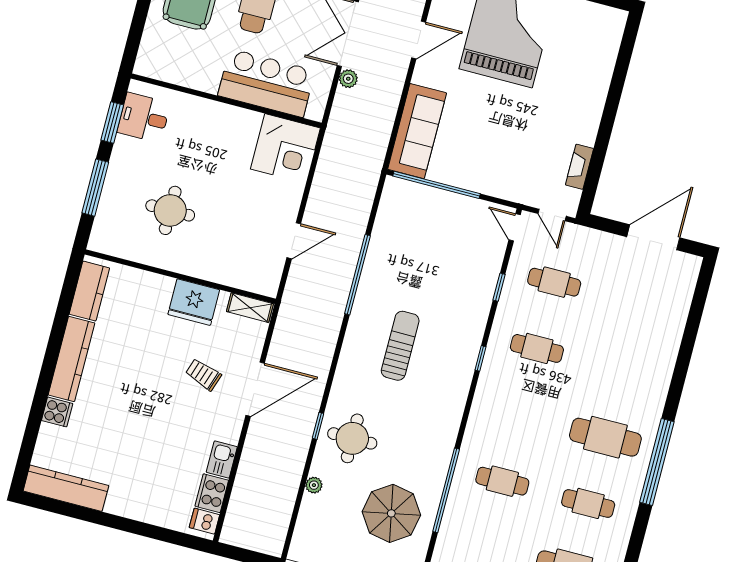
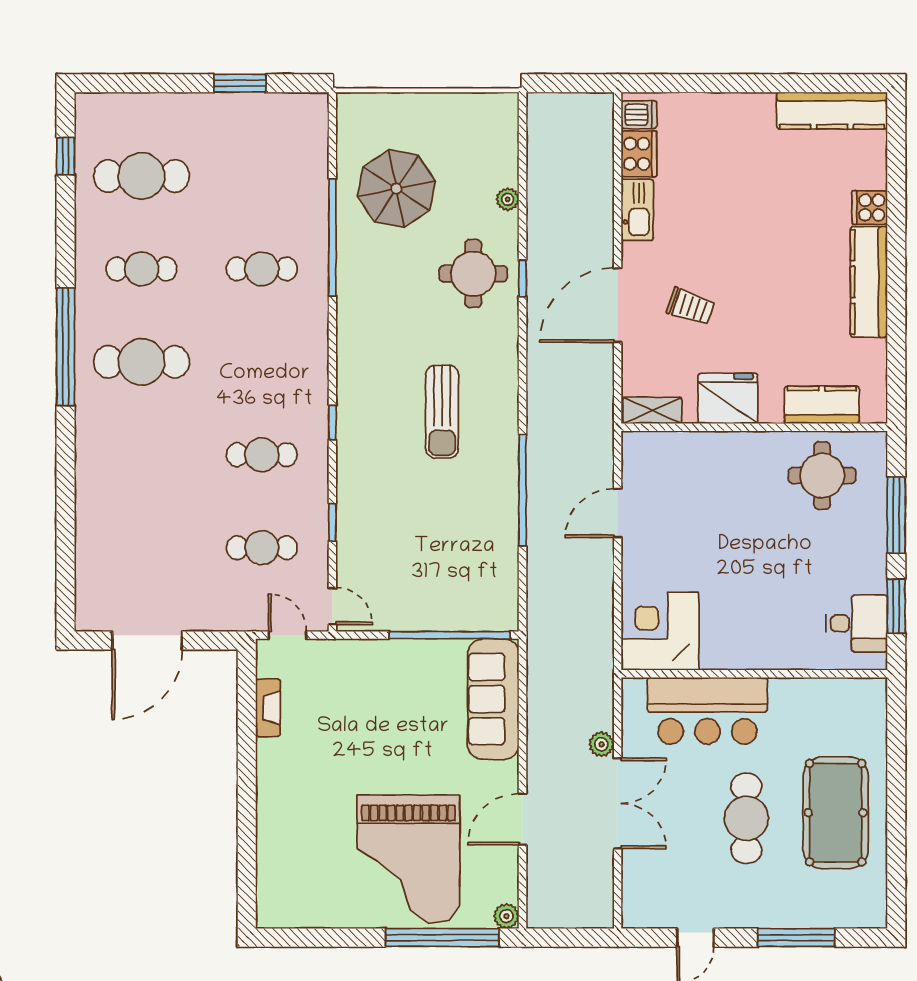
round table: (170, 210) -> (822, 476), moved
kitchen counter: (89, 291) -> (822, 405), moved, turned 90
kitchen sink: (222, 459) -> (637, 210), width x1.38

